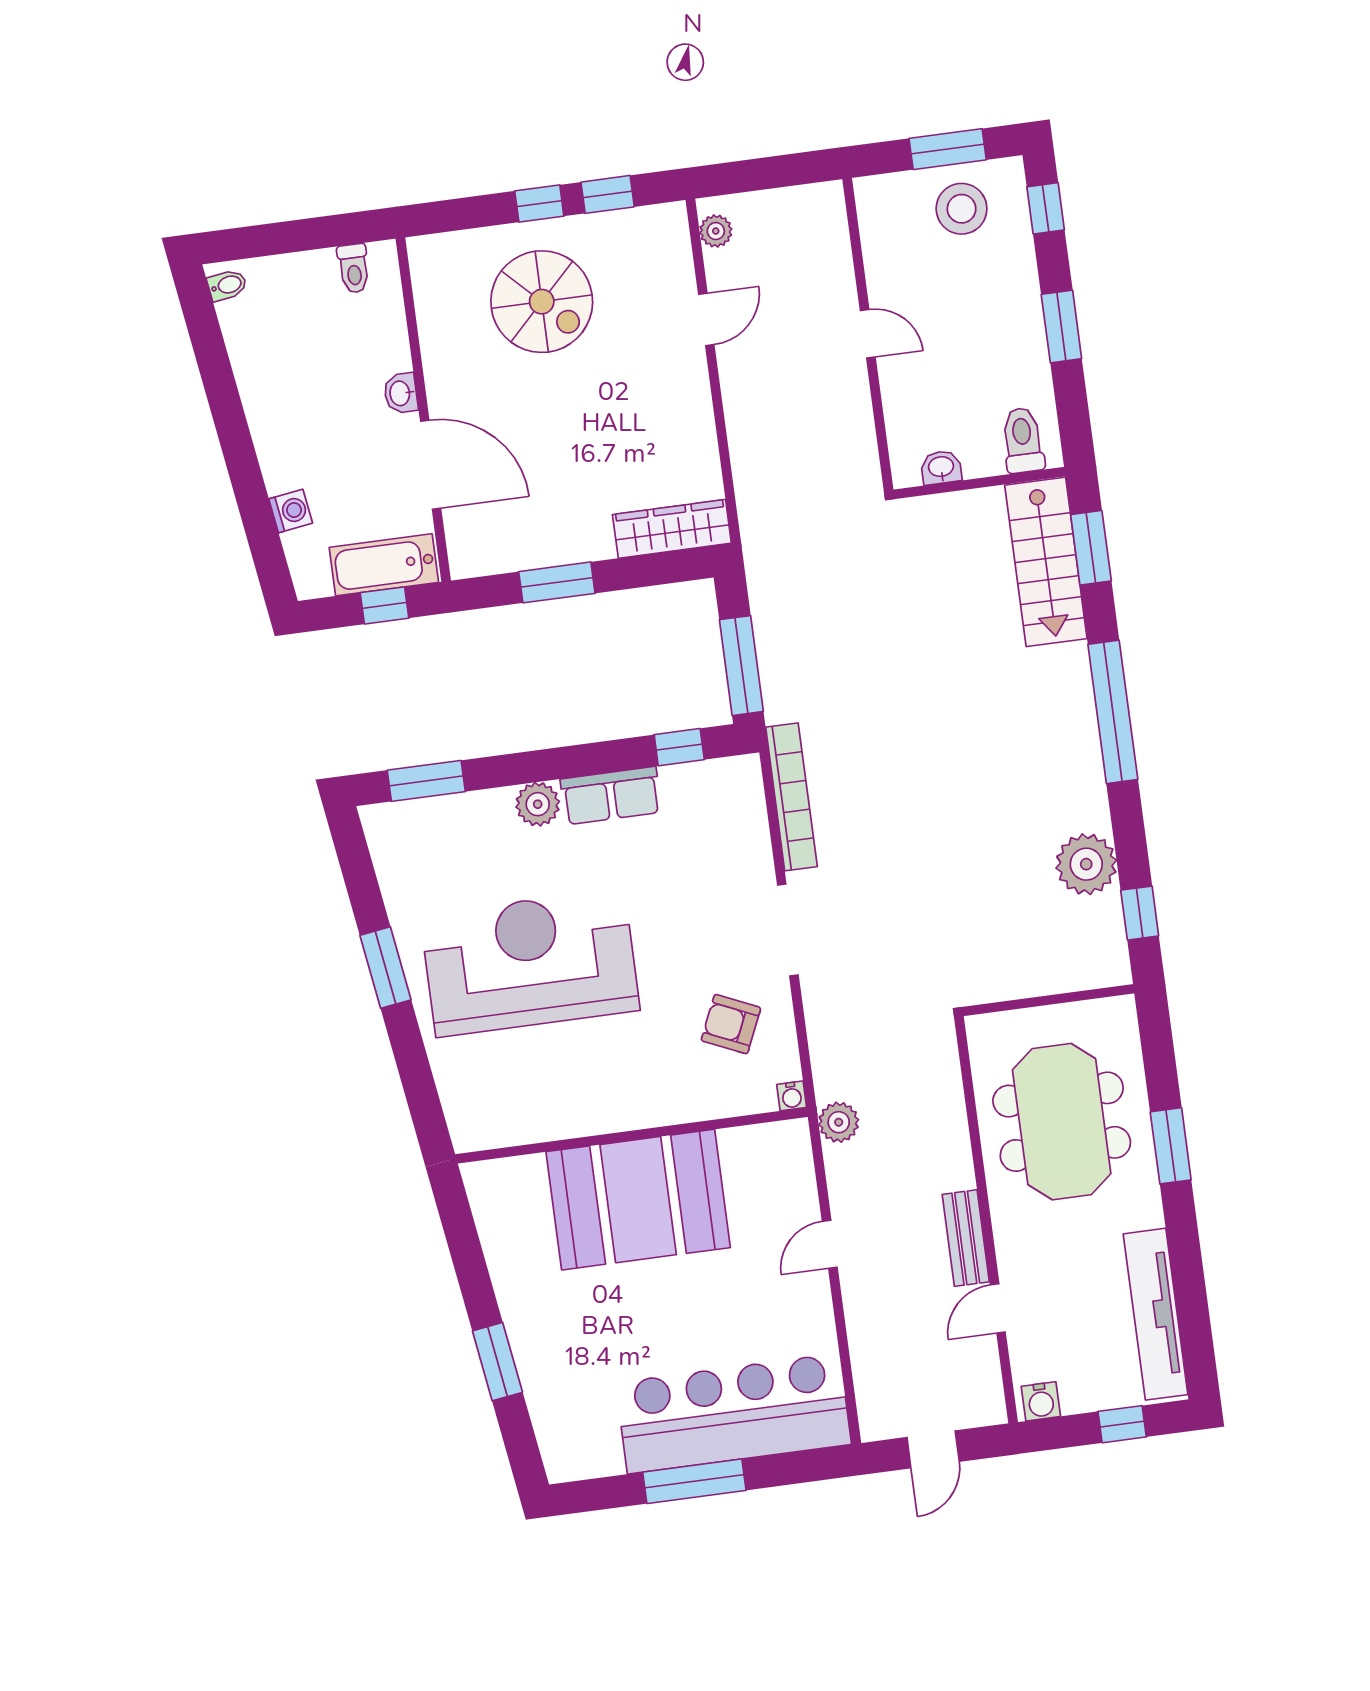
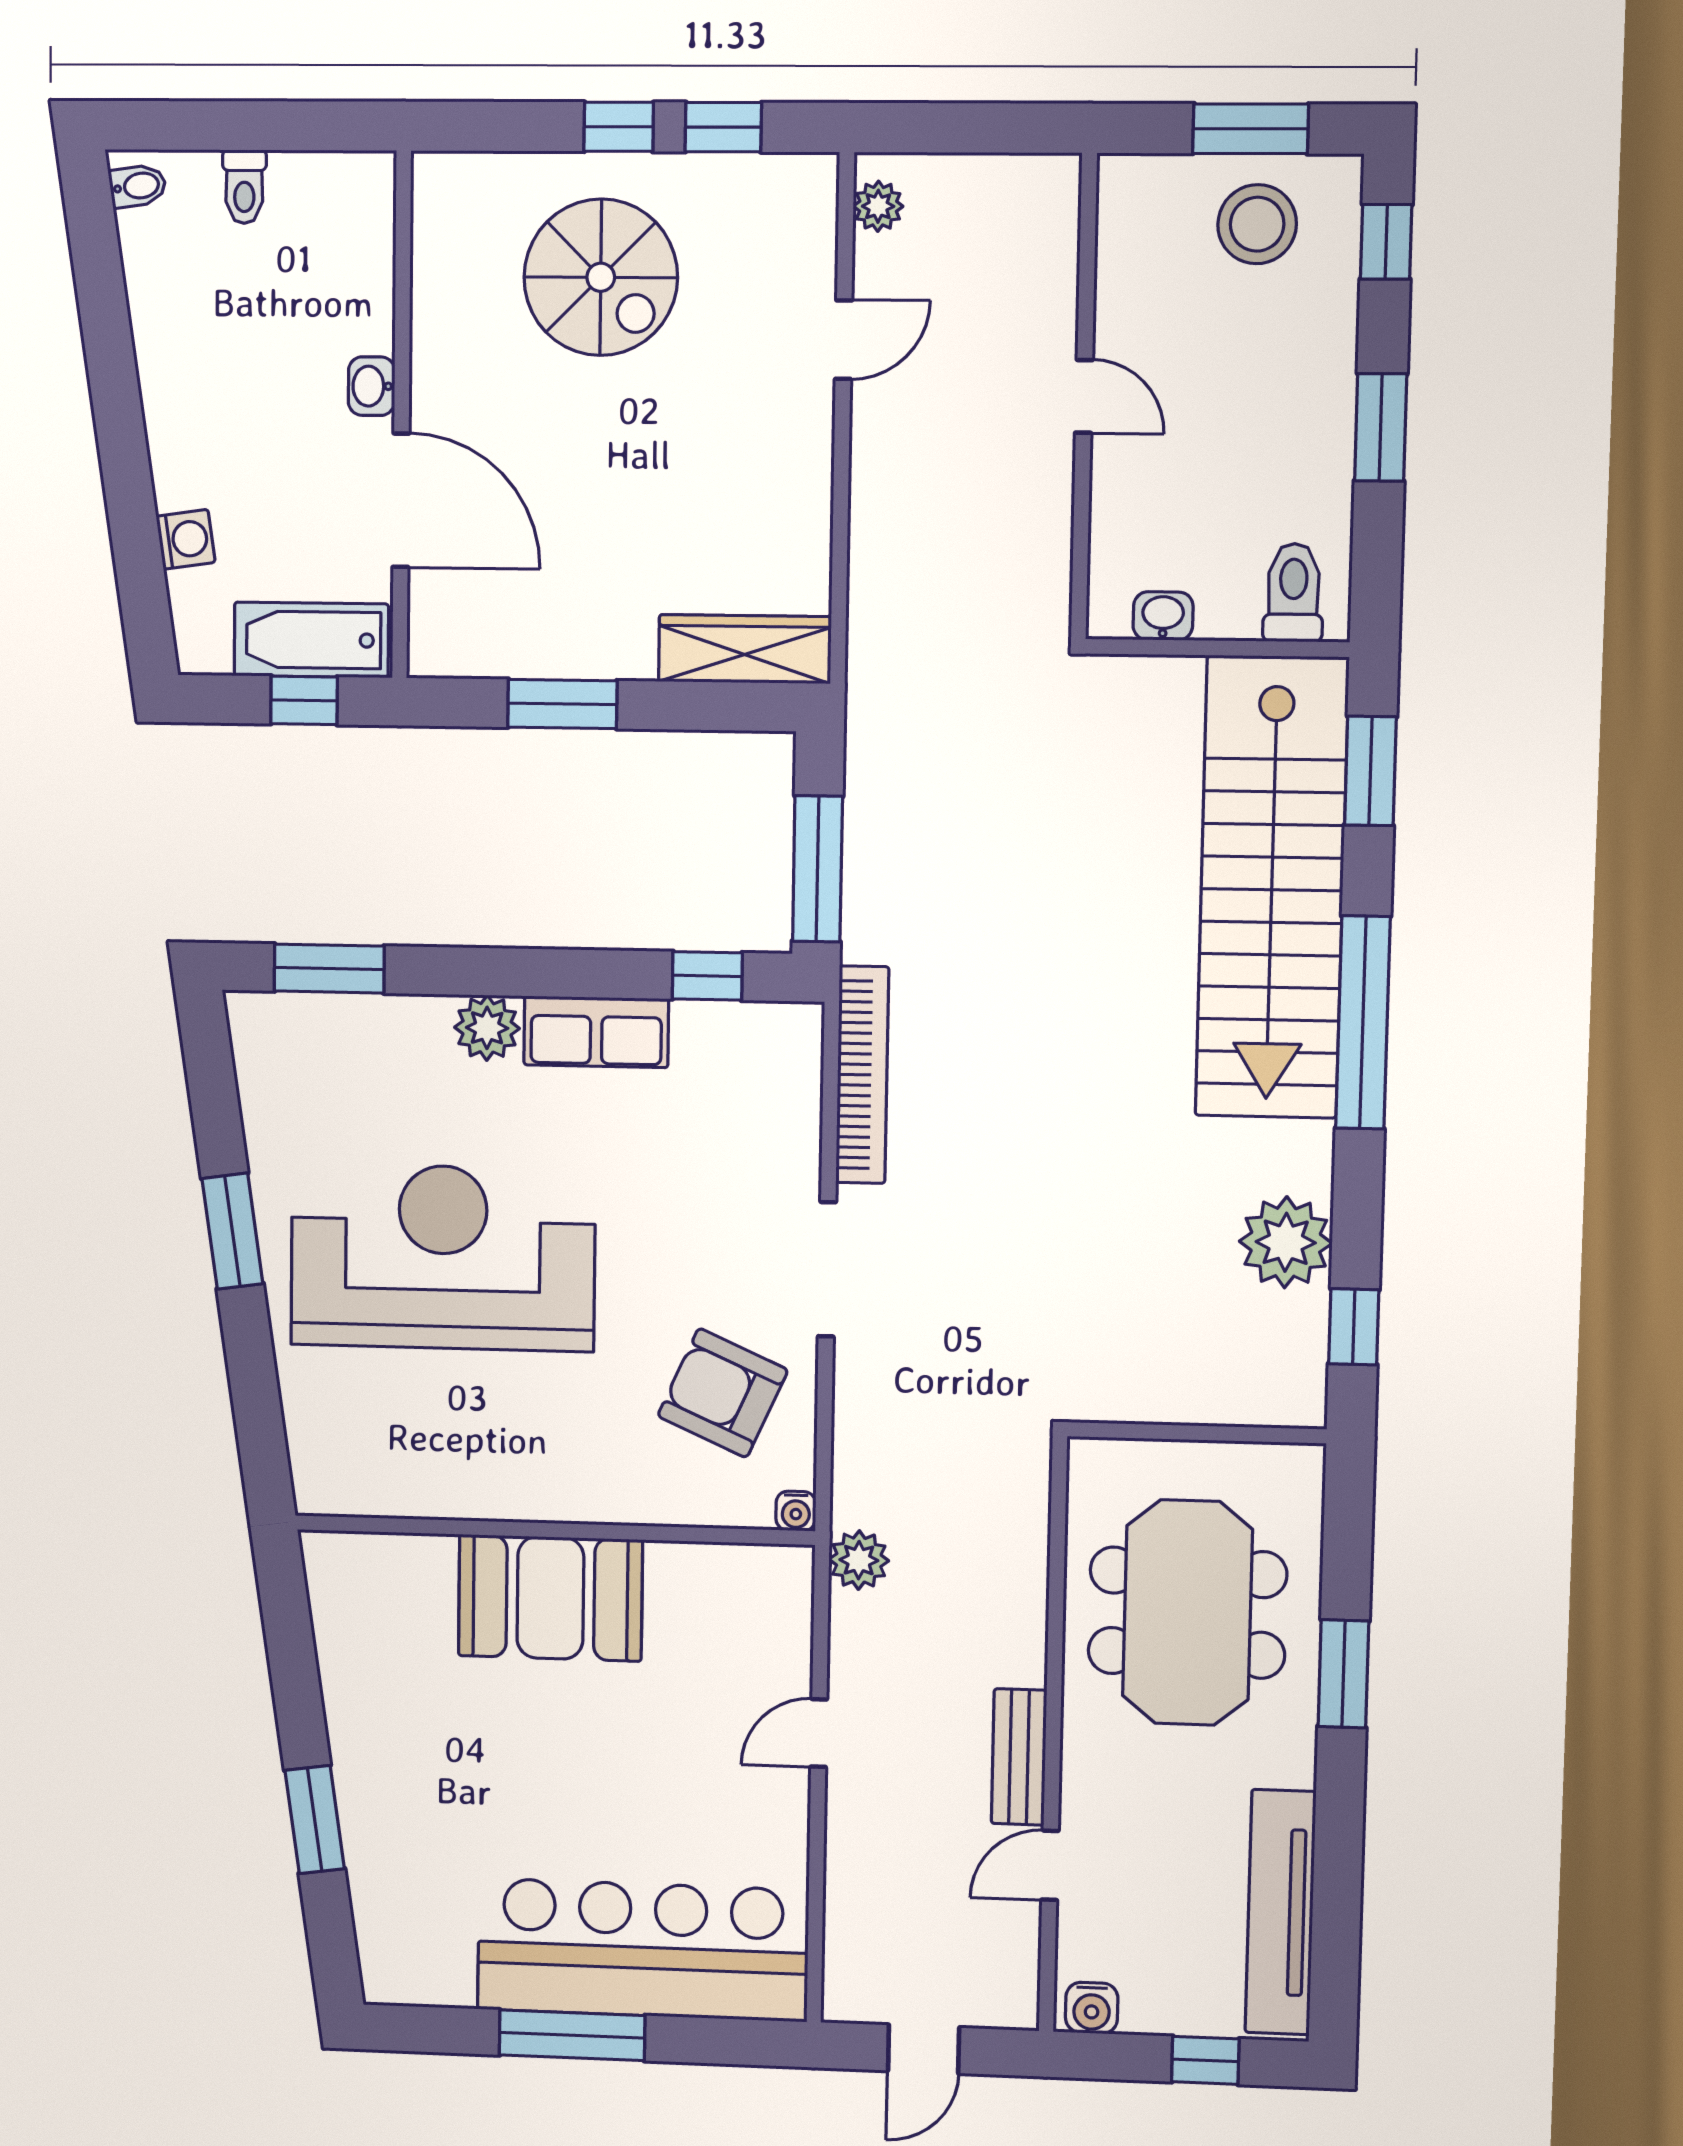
toilet: (354, 268) -> (244, 187), moved
stairs: (1046, 562) -> (1272, 888), width x1.86, depth x1.51
armchair: (731, 1024) -> (723, 1393), width x1.38, depth x1.38
booth: (638, 1200) -> (550, 1598), width x0.73, depth x0.70

